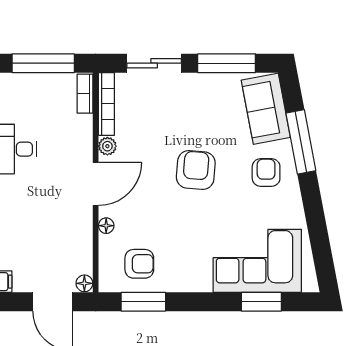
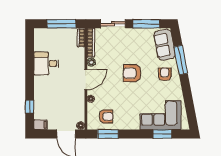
armchair: (196, 170) -> (132, 73), turned -95

